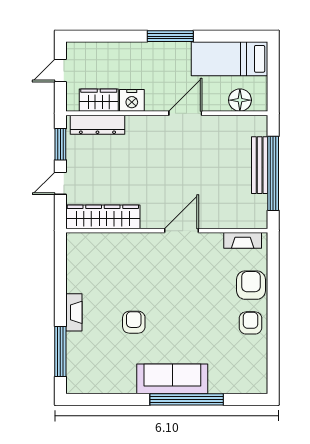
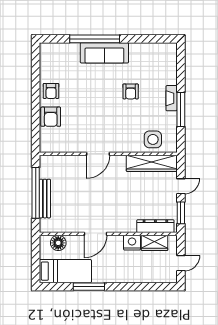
window: (170, 36) -> (89, 287), moved
fireplace: (243, 240) -> (56, 147), removed
side table: (101, 252) -> (153, 139), added
window: (60, 351) -> (181, 110), moved

